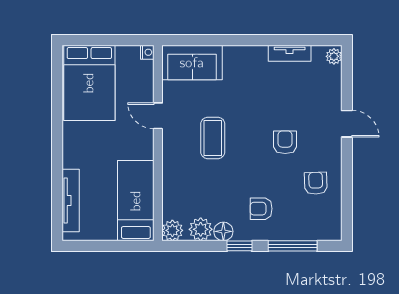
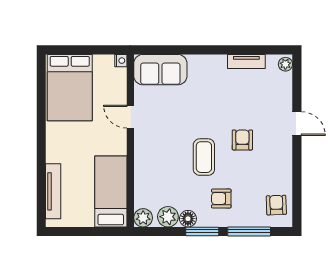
coffee table: (213, 138) -> (204, 157), moved
armchair: (316, 183) -> (276, 205), moved
window: (239, 246) -> (202, 231), width x1.50

